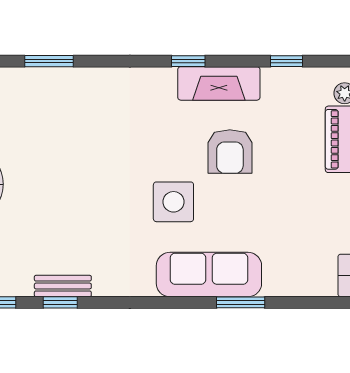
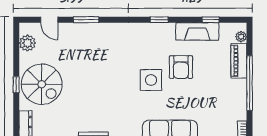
fireplace: (219, 83) -> (197, 31), moved
side table: (173, 202) -> (151, 80), moved

